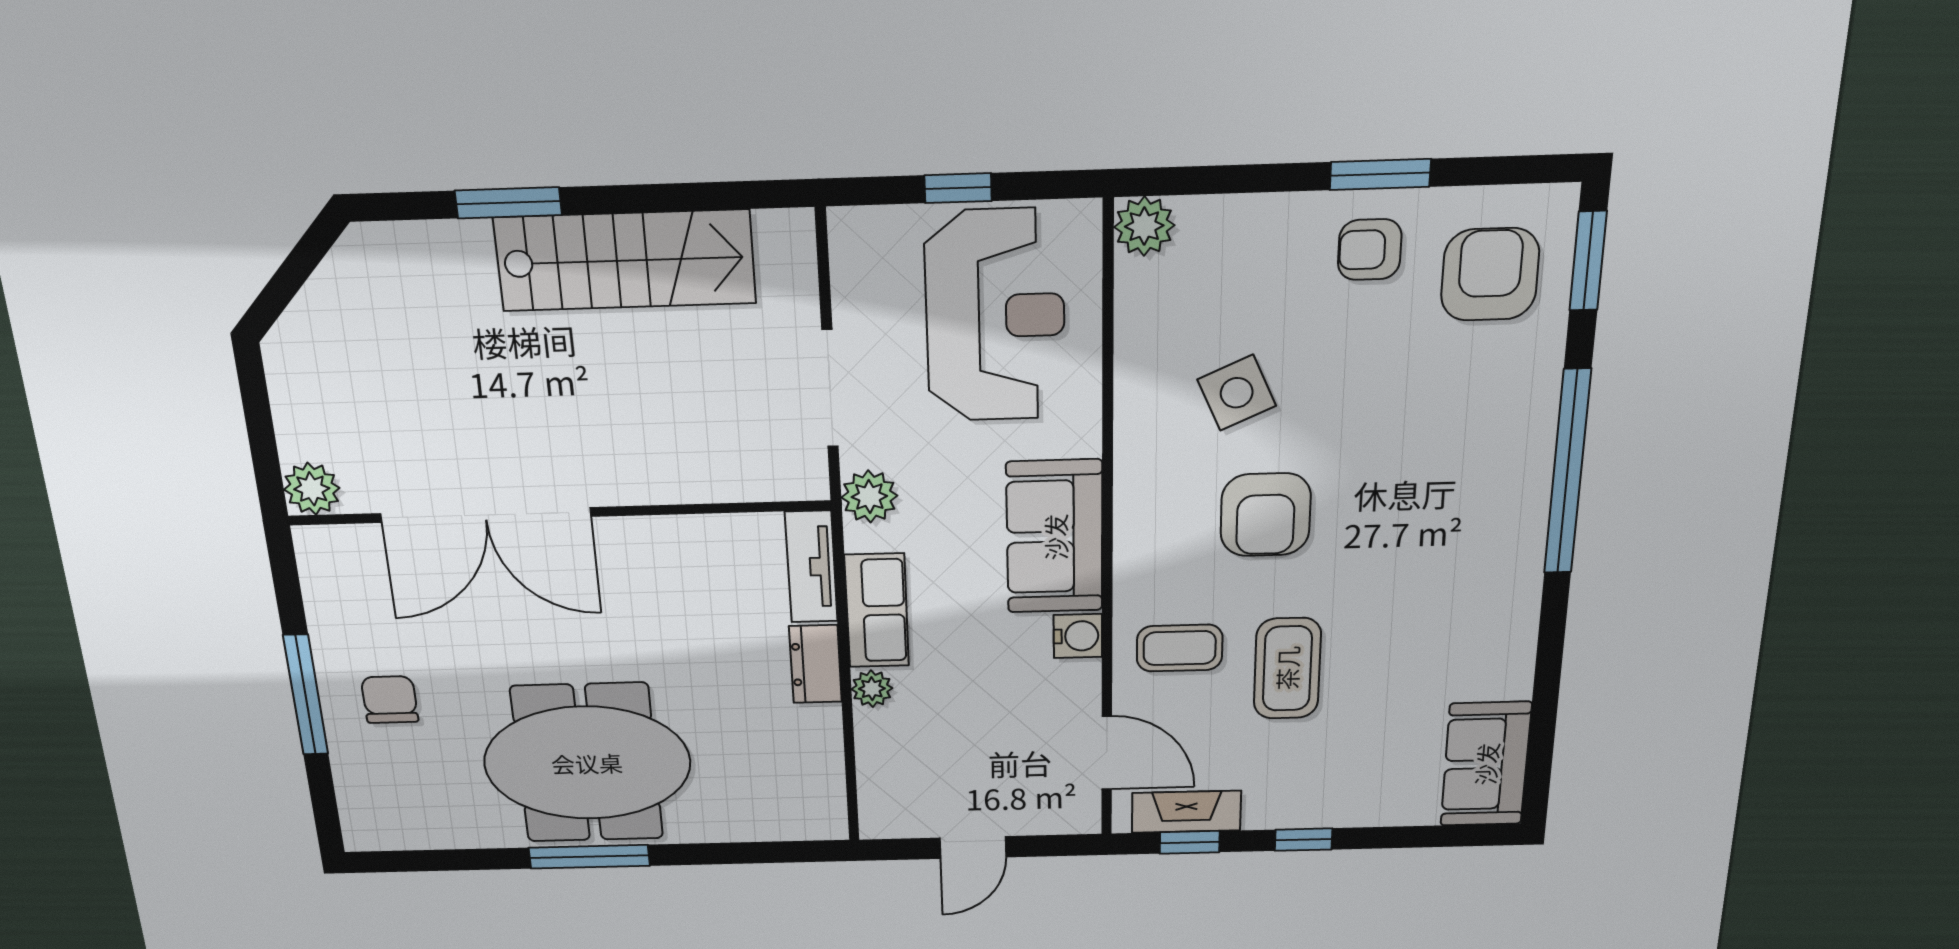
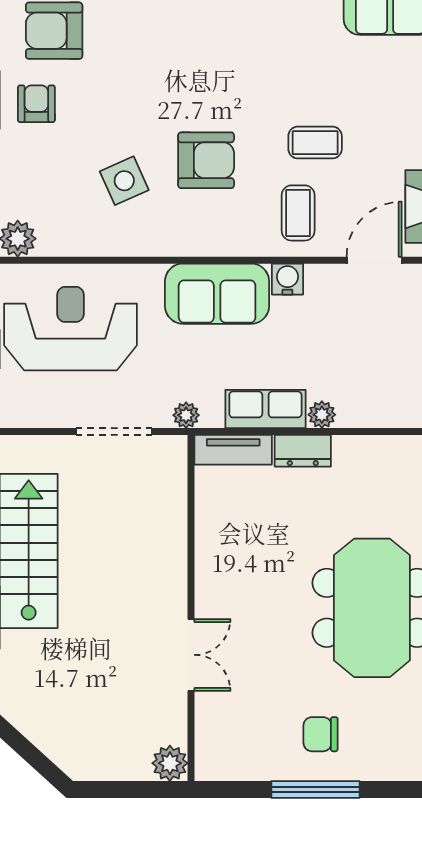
armchair: (1370, 250) -> (36, 104), turned 180
plant: (869, 497) -> (186, 415), width x0.73, depth x0.73
double door: (486, 515) -> (191, 655), width x0.54
coffee table: (1287, 668) -> (315, 143), width x0.73, depth x0.77

